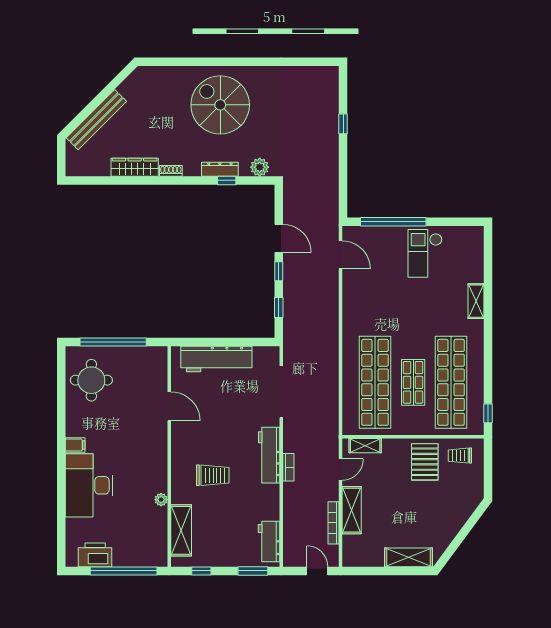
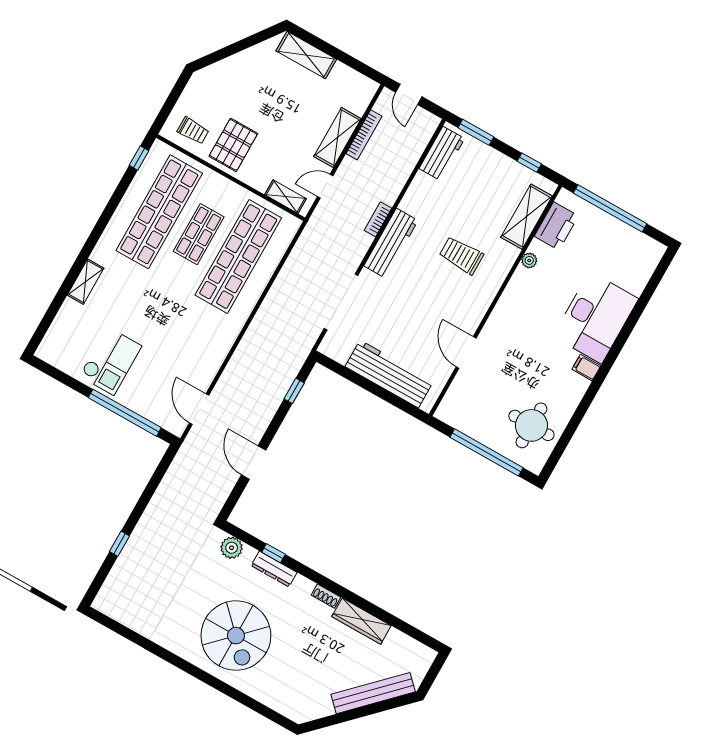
window: (279, 271) -> (273, 429), removed
printer: (95, 555) -> (556, 226), moved, turned -90

